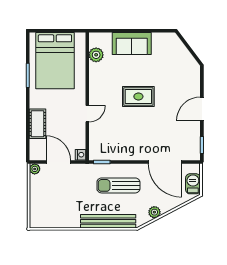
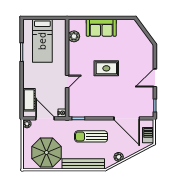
bed: (55, 61) -> (42, 41), width x0.67
cot: (38, 124) -> (29, 100), moved
parasol: (60, 206) -> (47, 152), added

